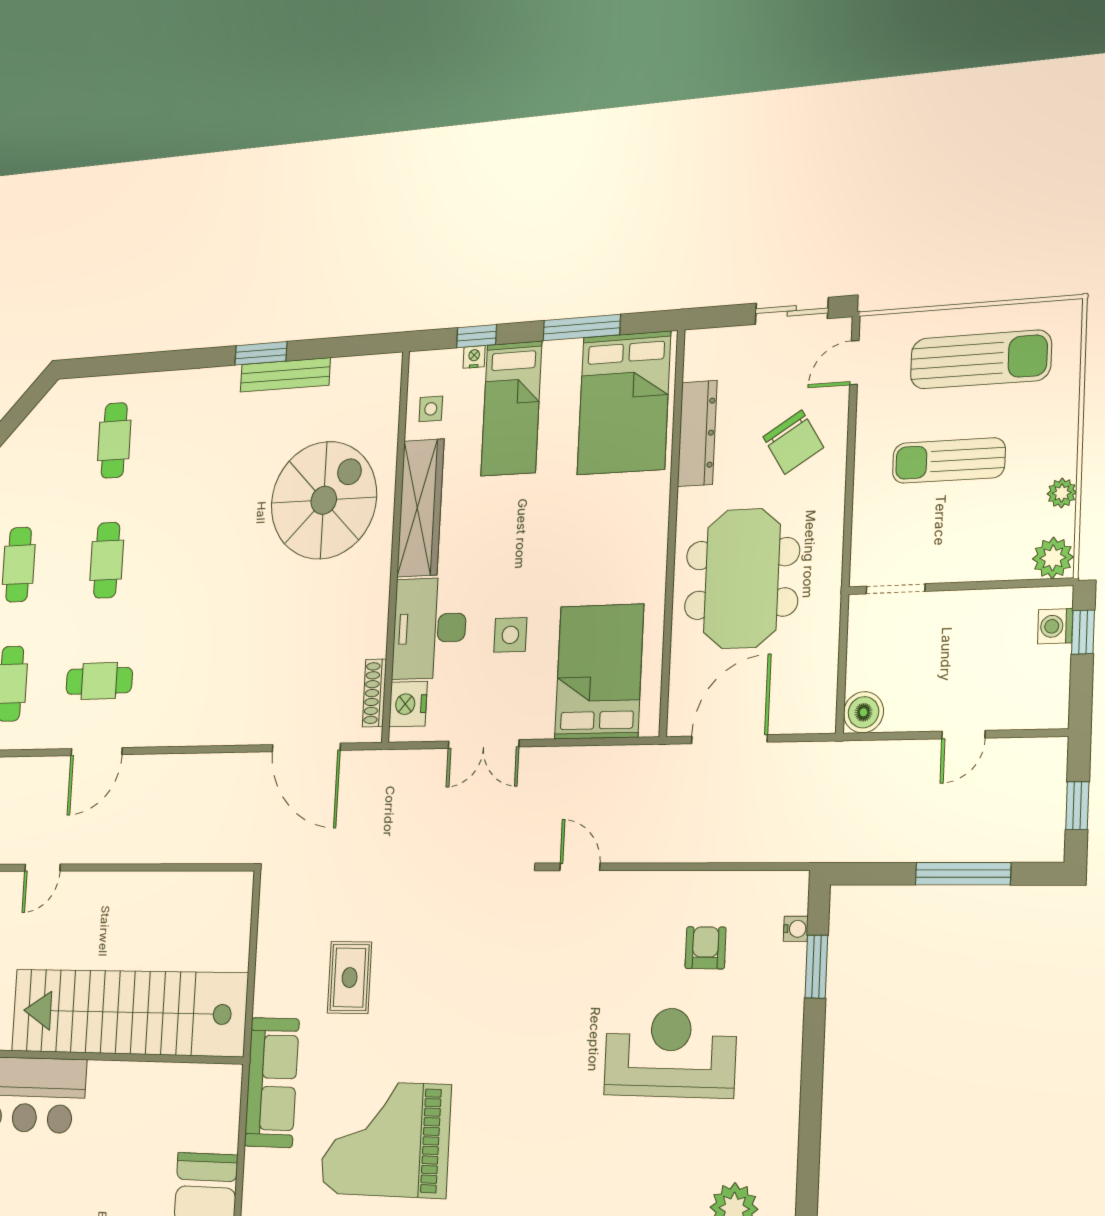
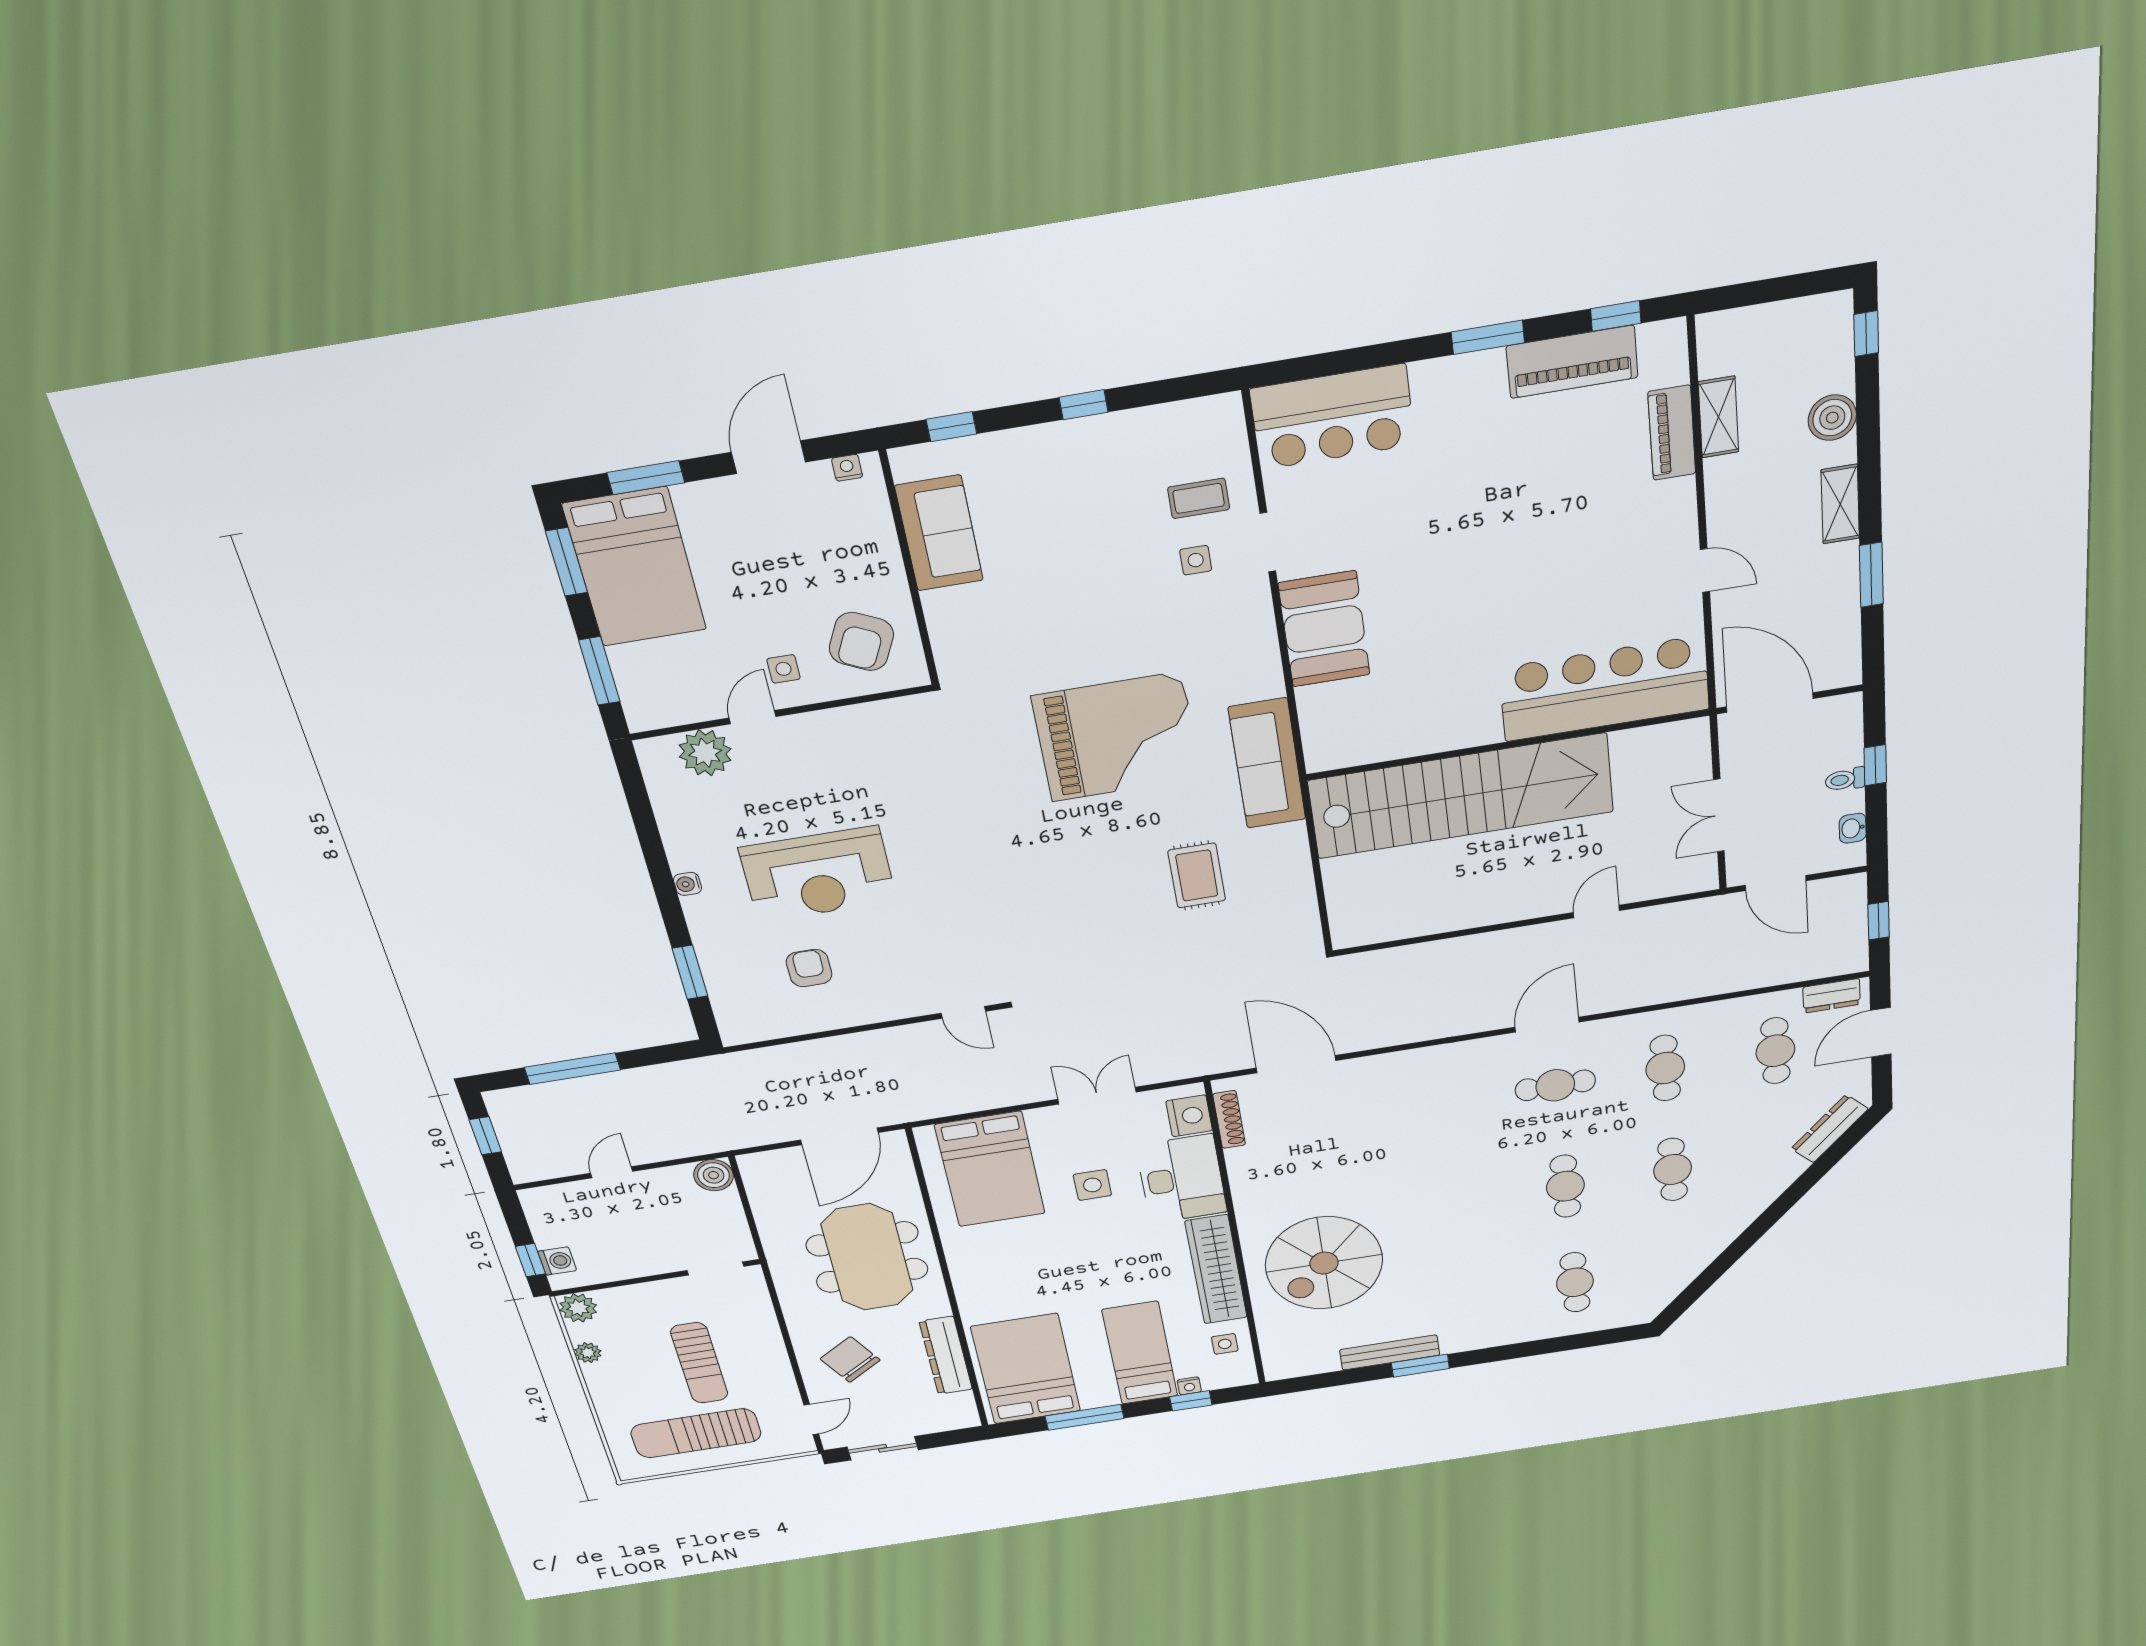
sun lounger: (949, 460) -> (699, 1363), turned 90
water cooler: (796, 929) -> (688, 884), moved
armchair: (705, 948) -> (809, 968), turned 180

